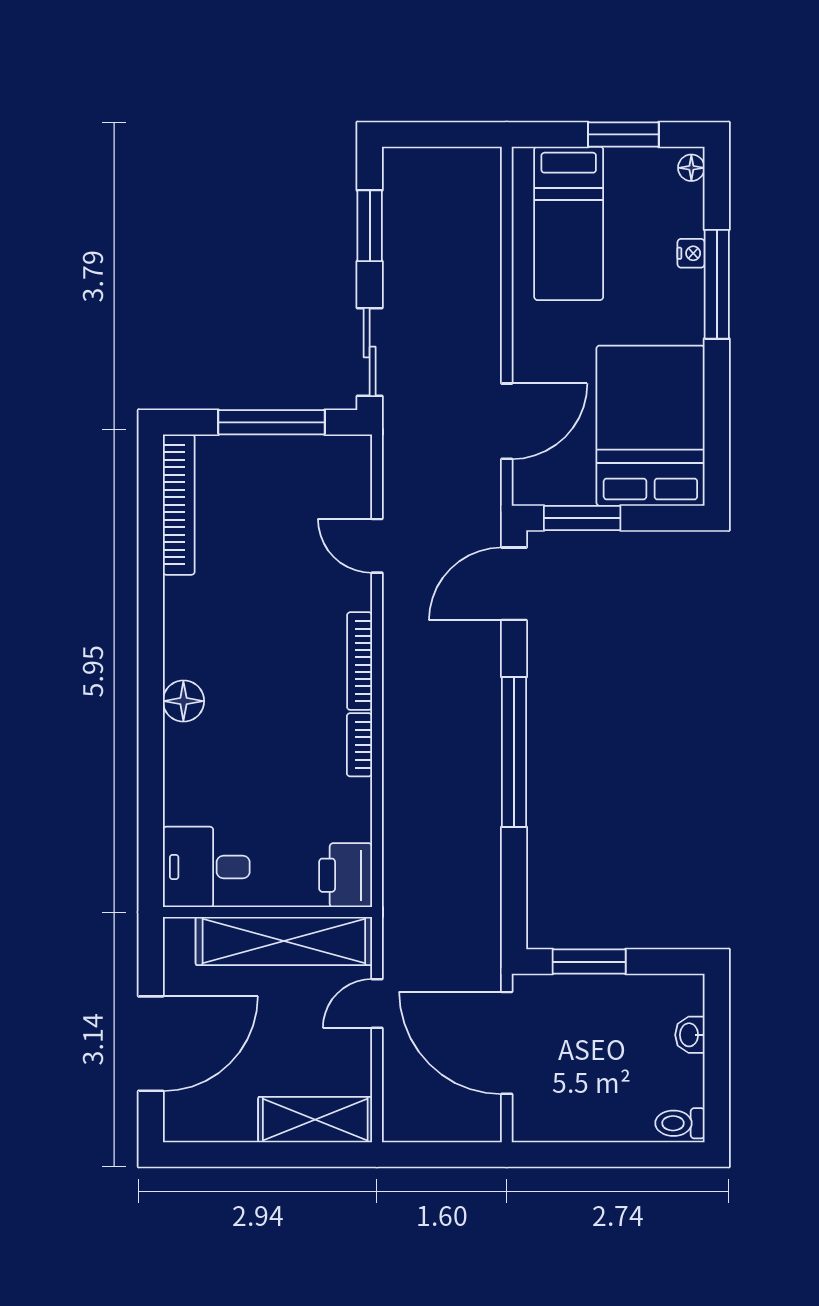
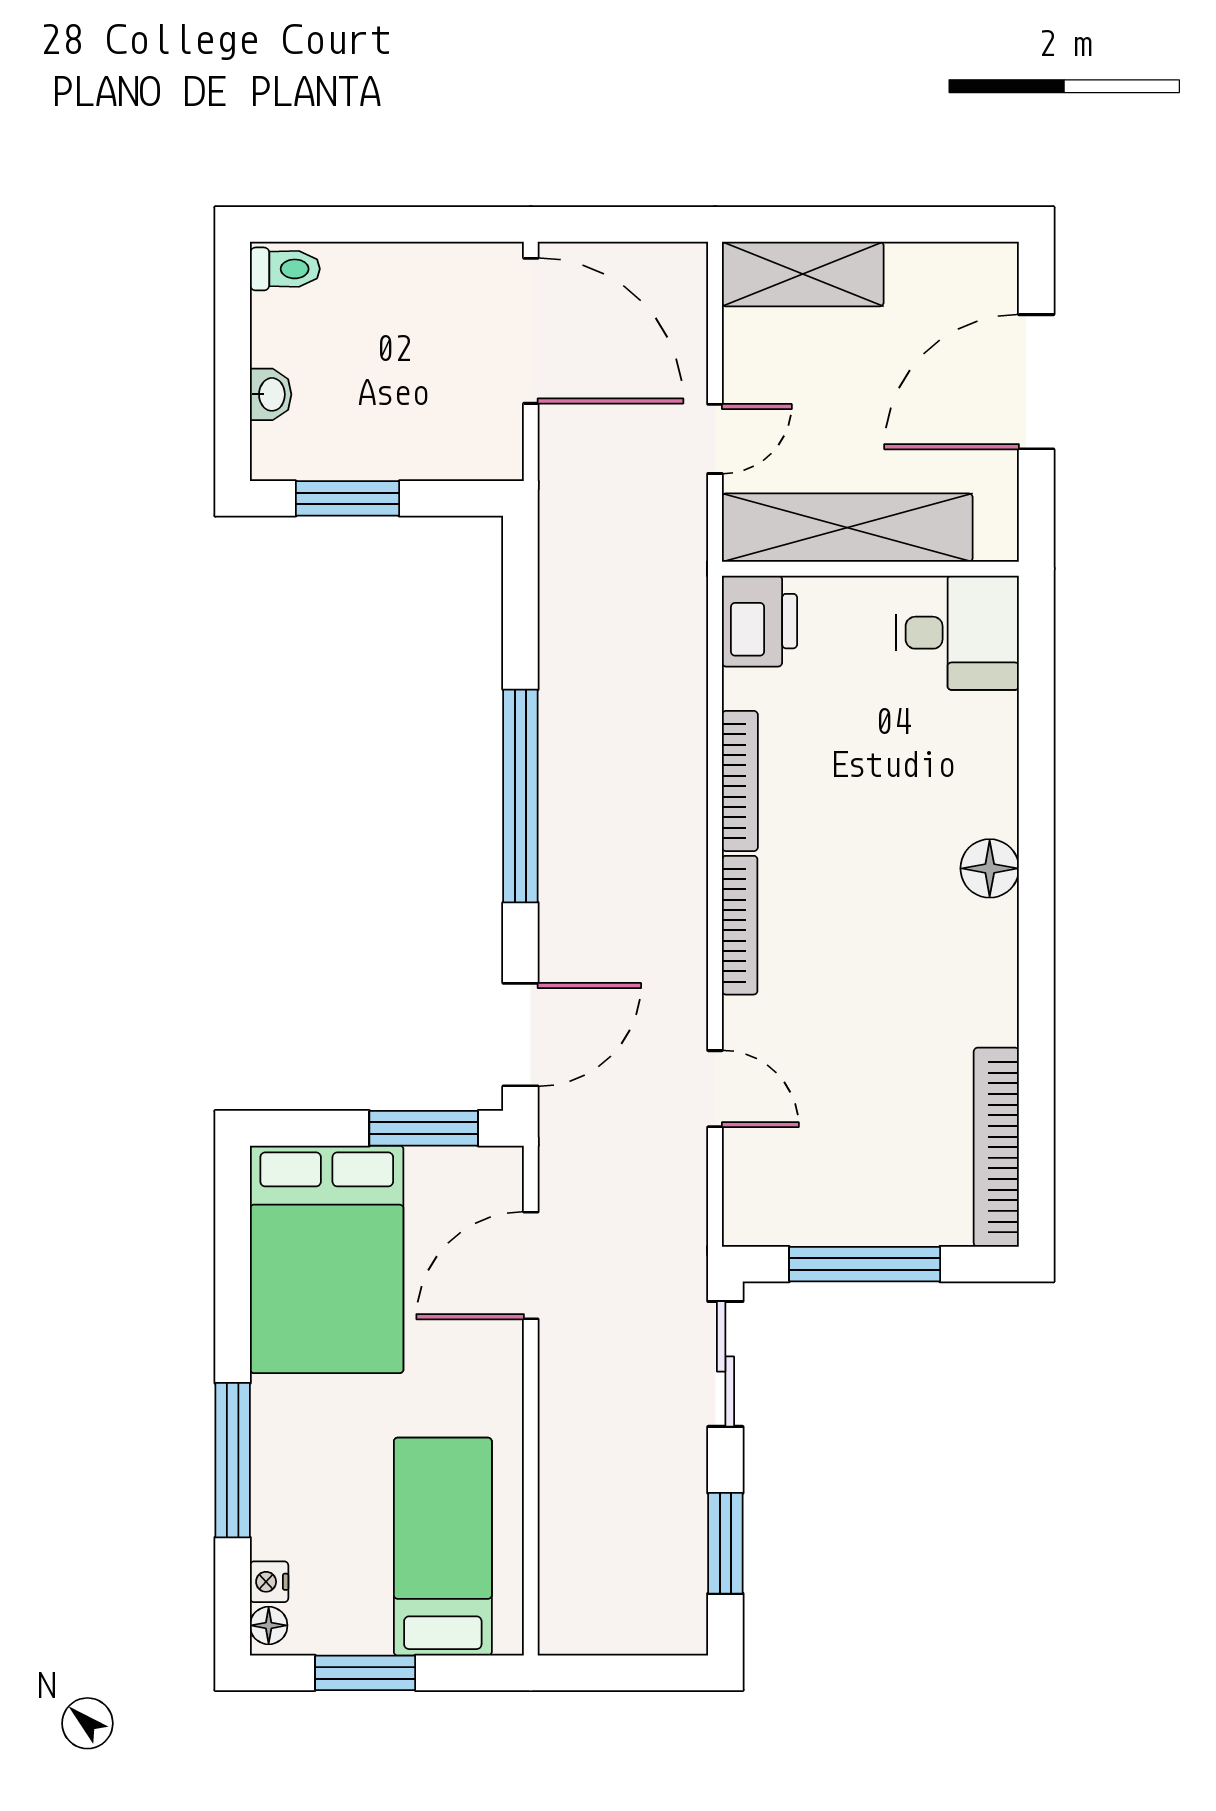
nightstand: (691, 253) -> (269, 1582), moved
bookcase: (359, 745) -> (740, 781), width x1.56
window: (589, 962) -> (348, 498), moved
door: (507, 1043) -> (531, 331), moved

